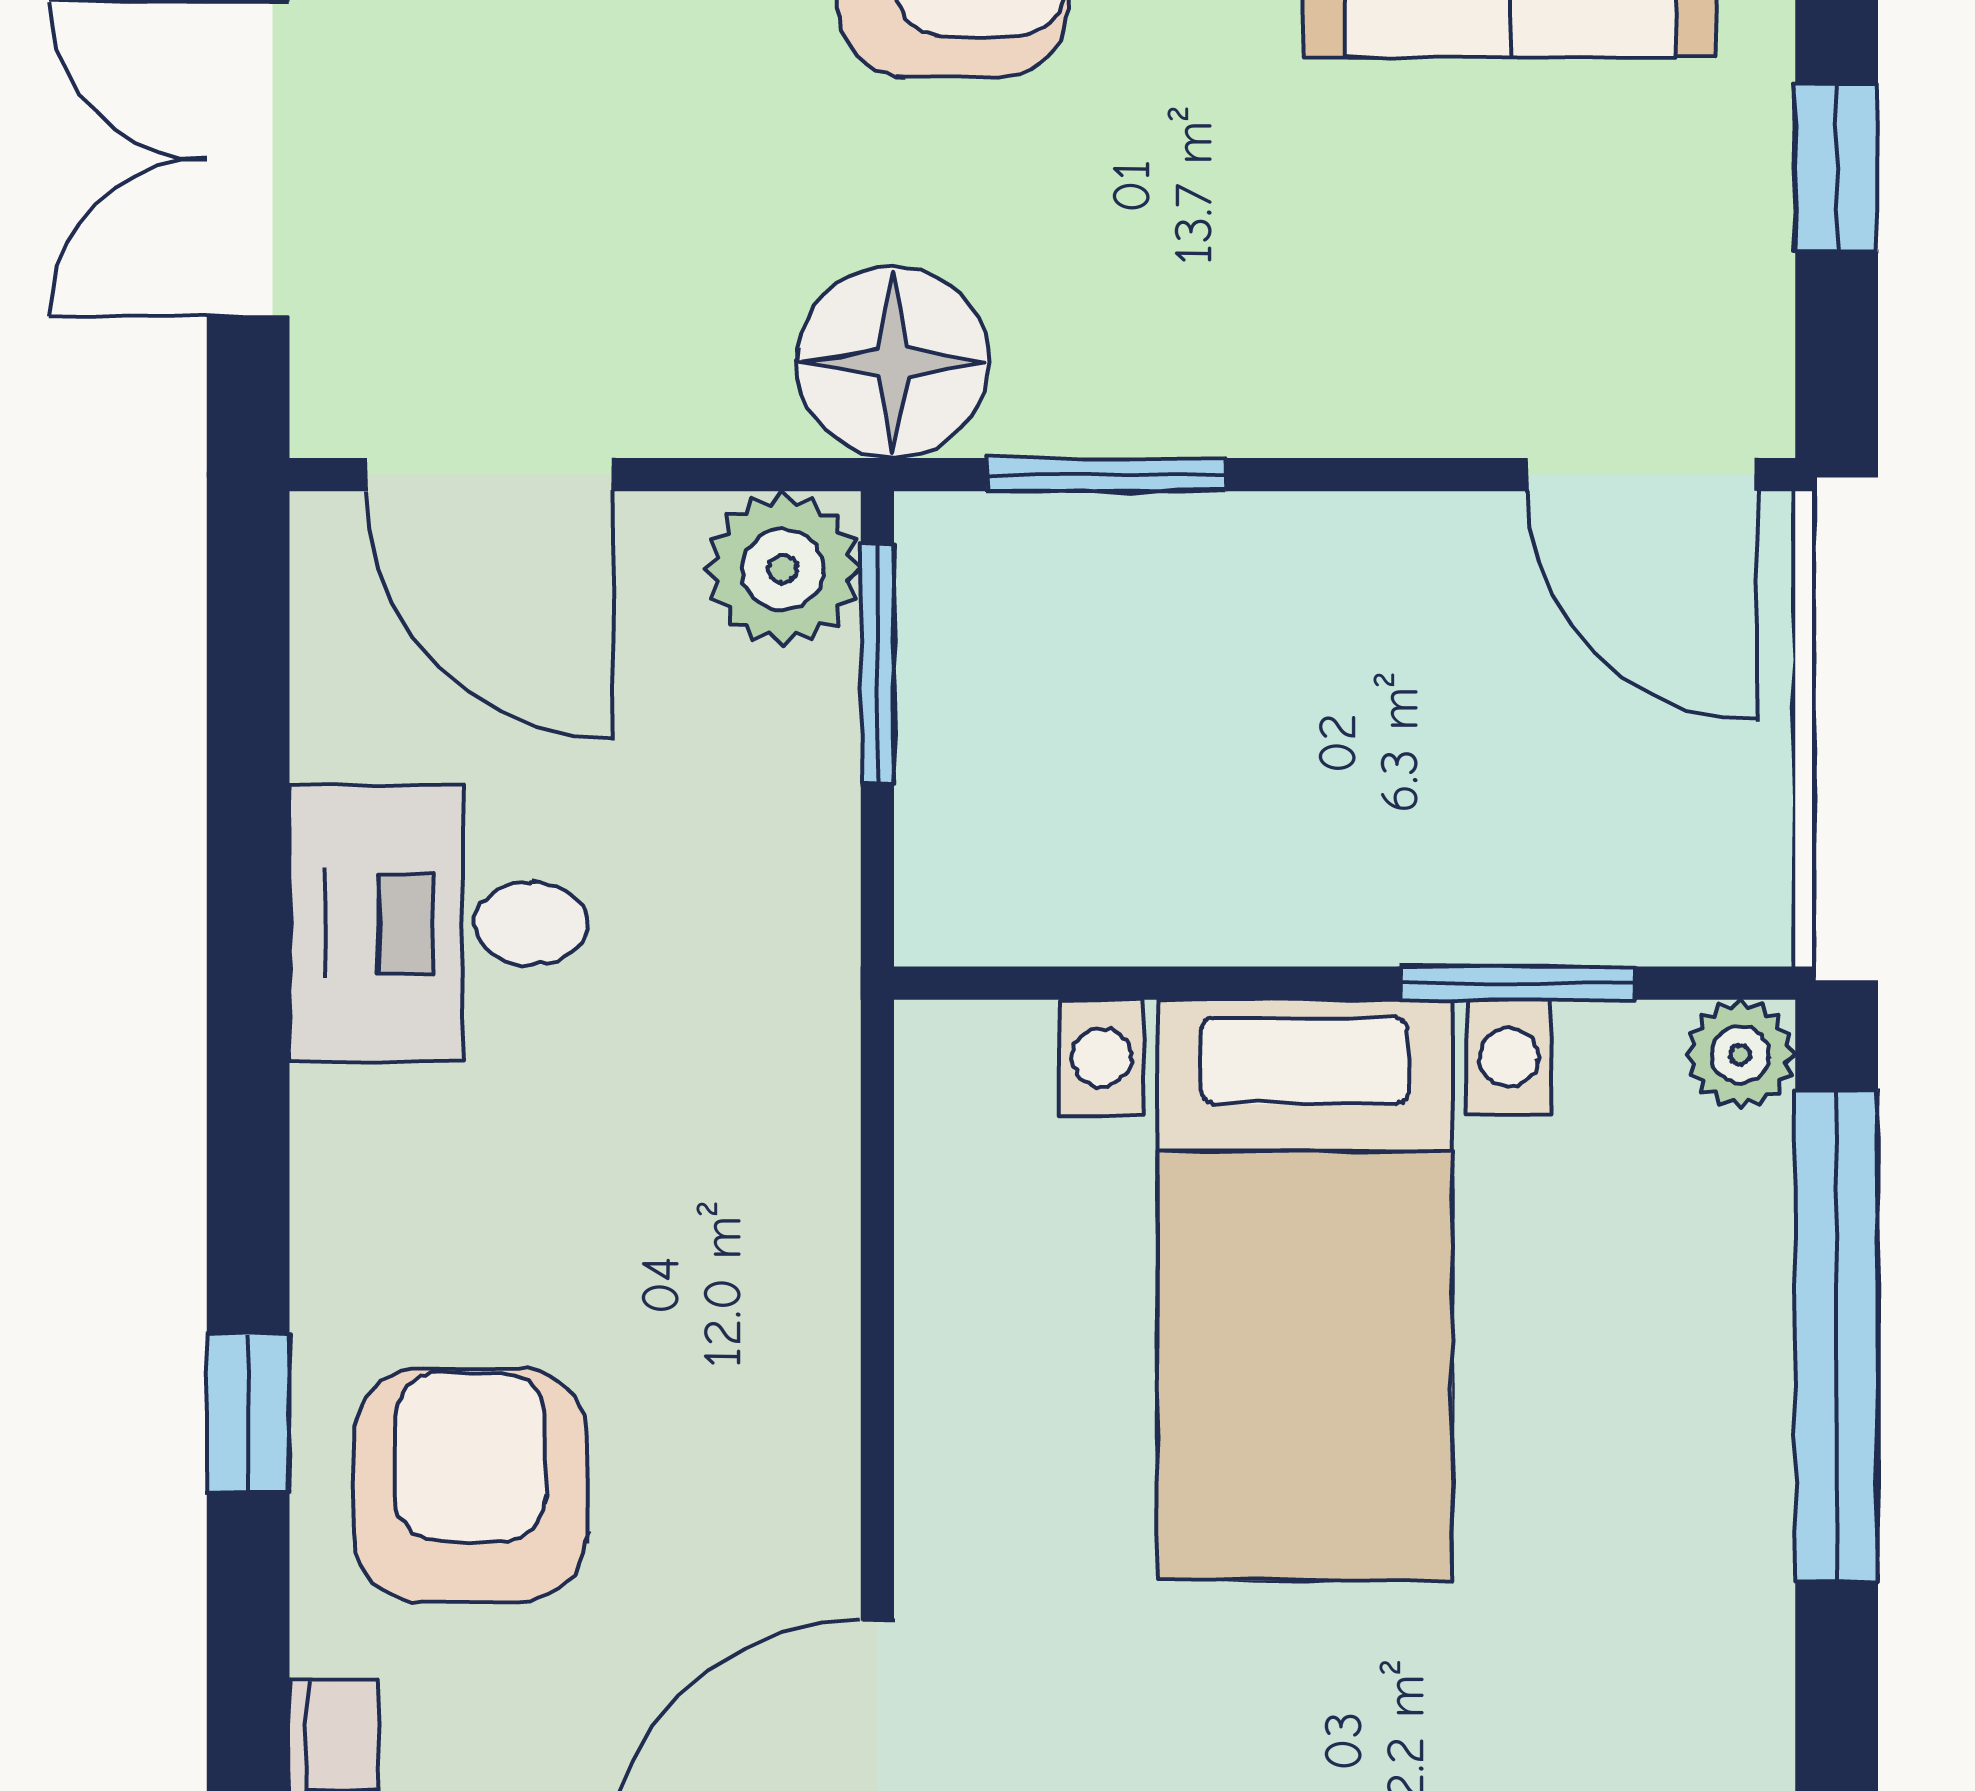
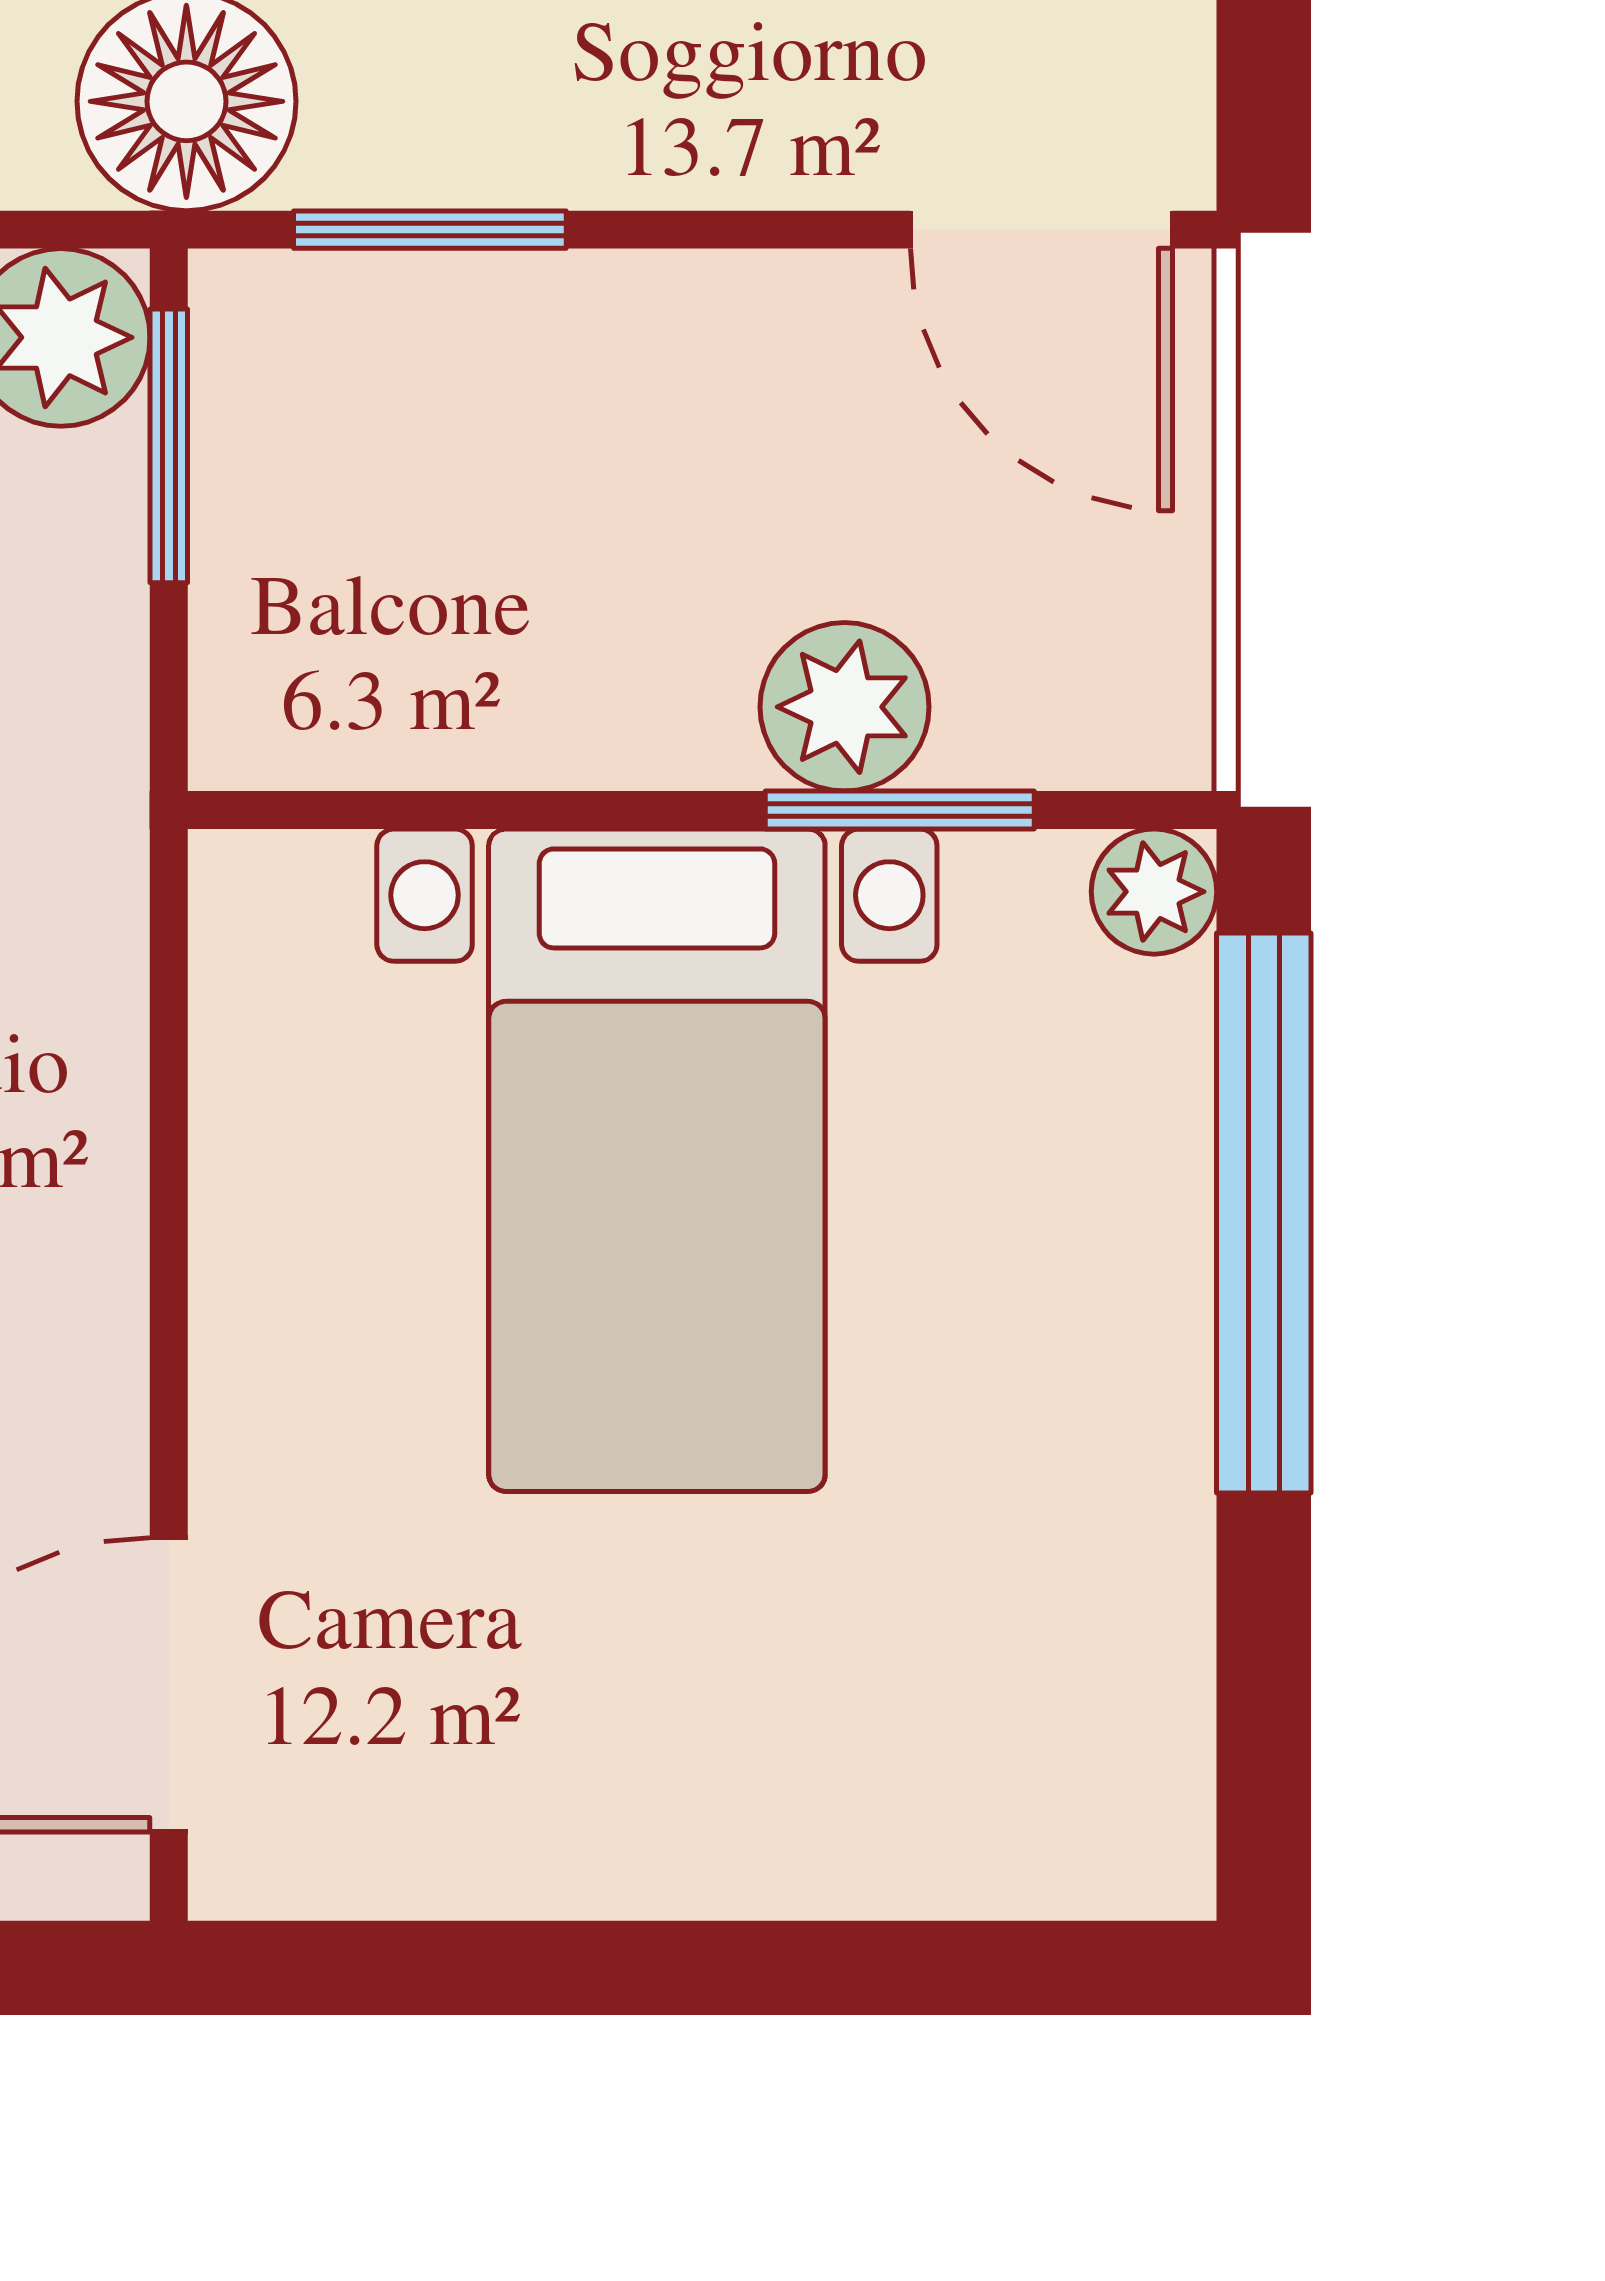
plant: (1469, 893) -> (845, 707), added

